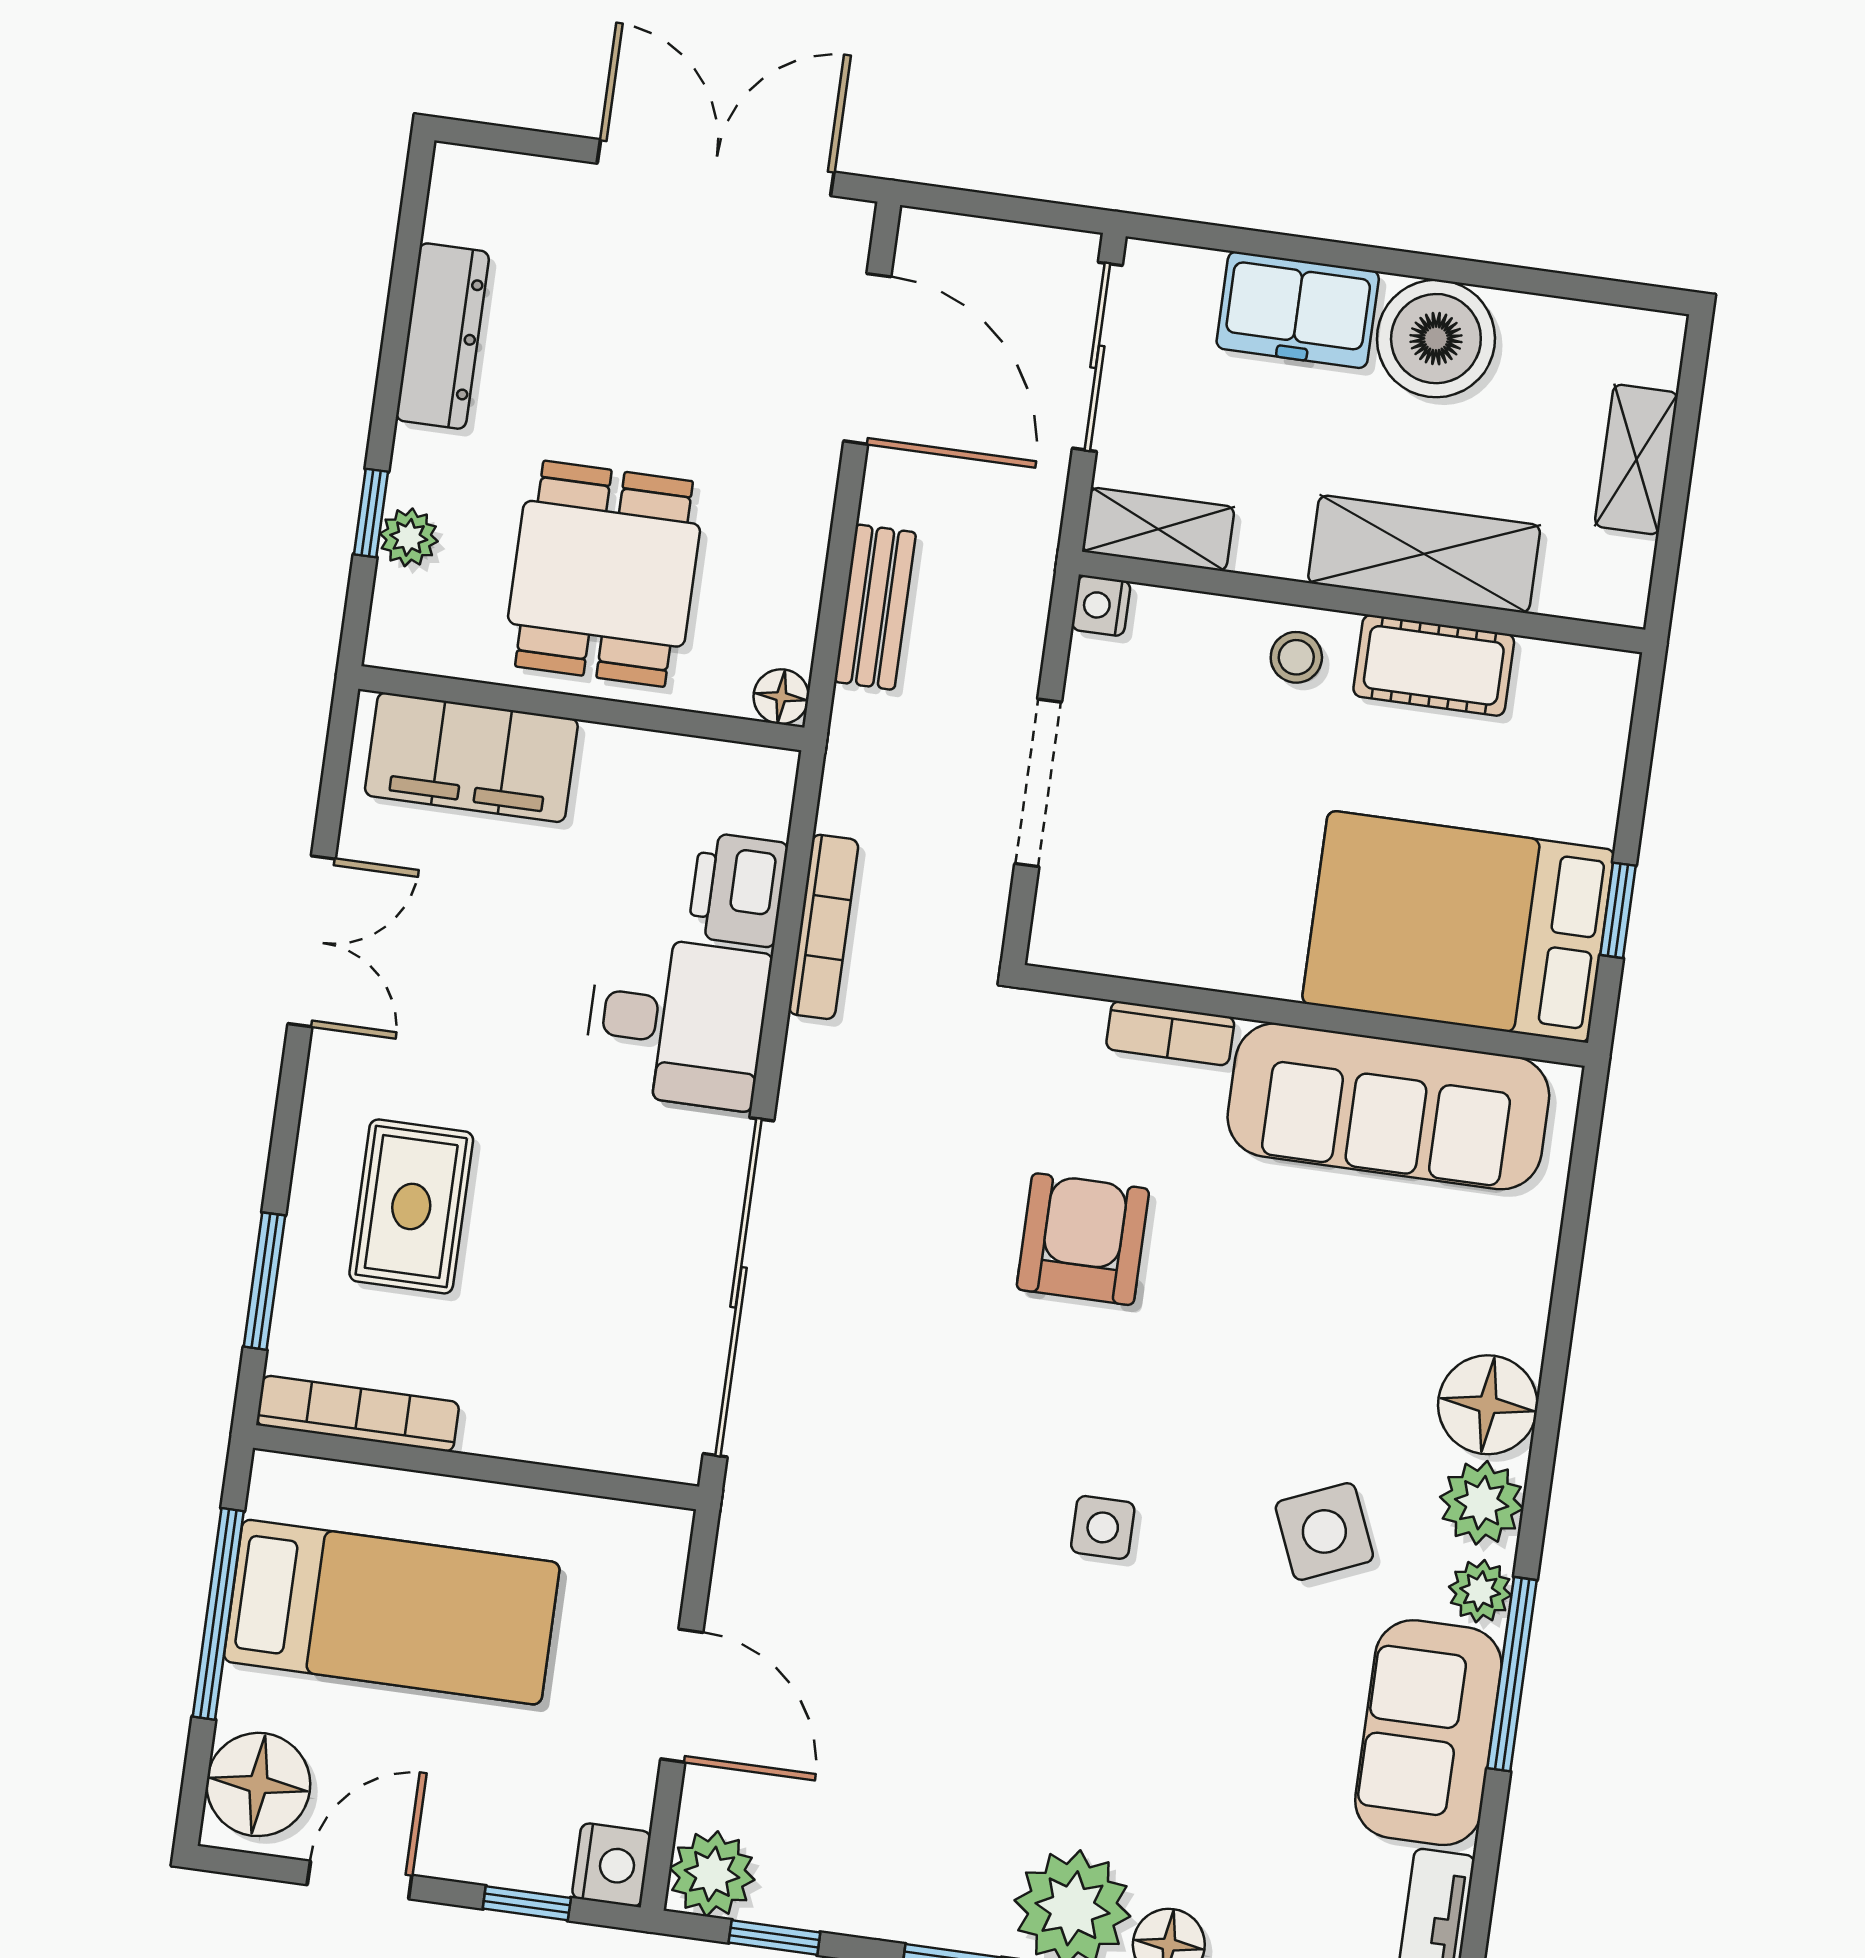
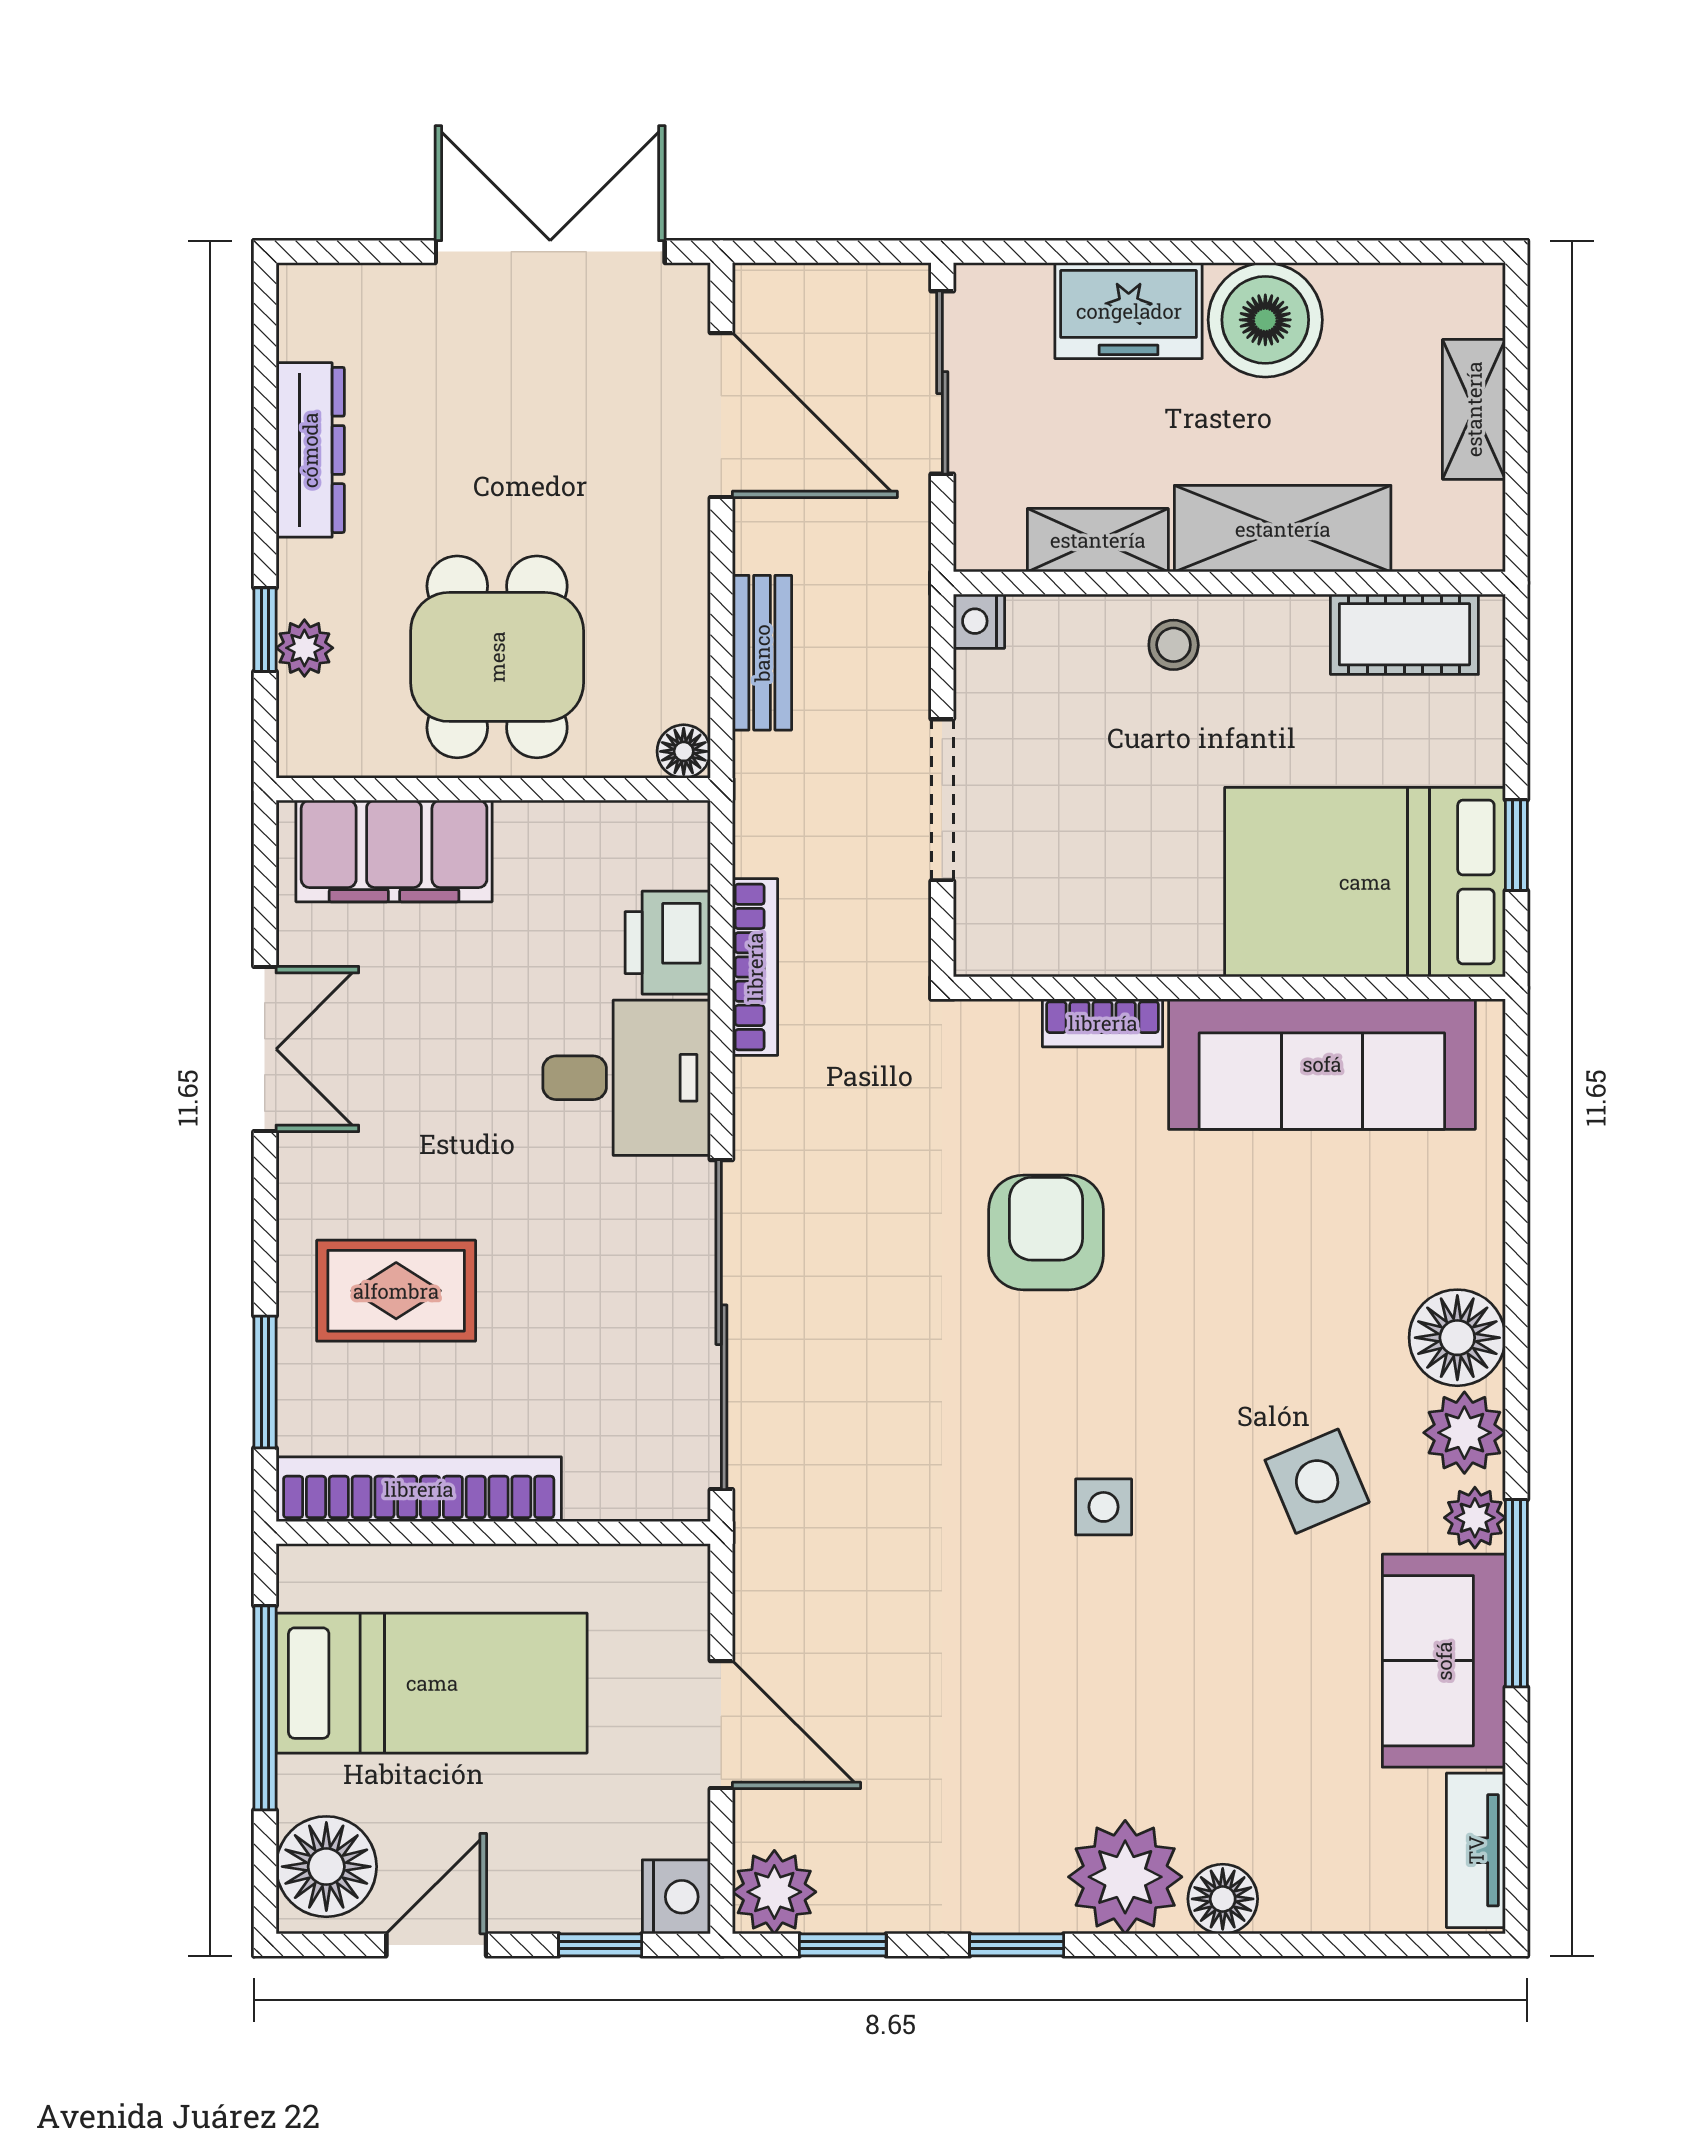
shelving: (1158, 529) -> (1098, 540), moved
cot: (1434, 665) -> (1404, 634), moved
rug: (411, 1206) -> (396, 1291), turned 90
bookcase: (358, 1414) -> (419, 1489), width x1.48, depth x1.31

